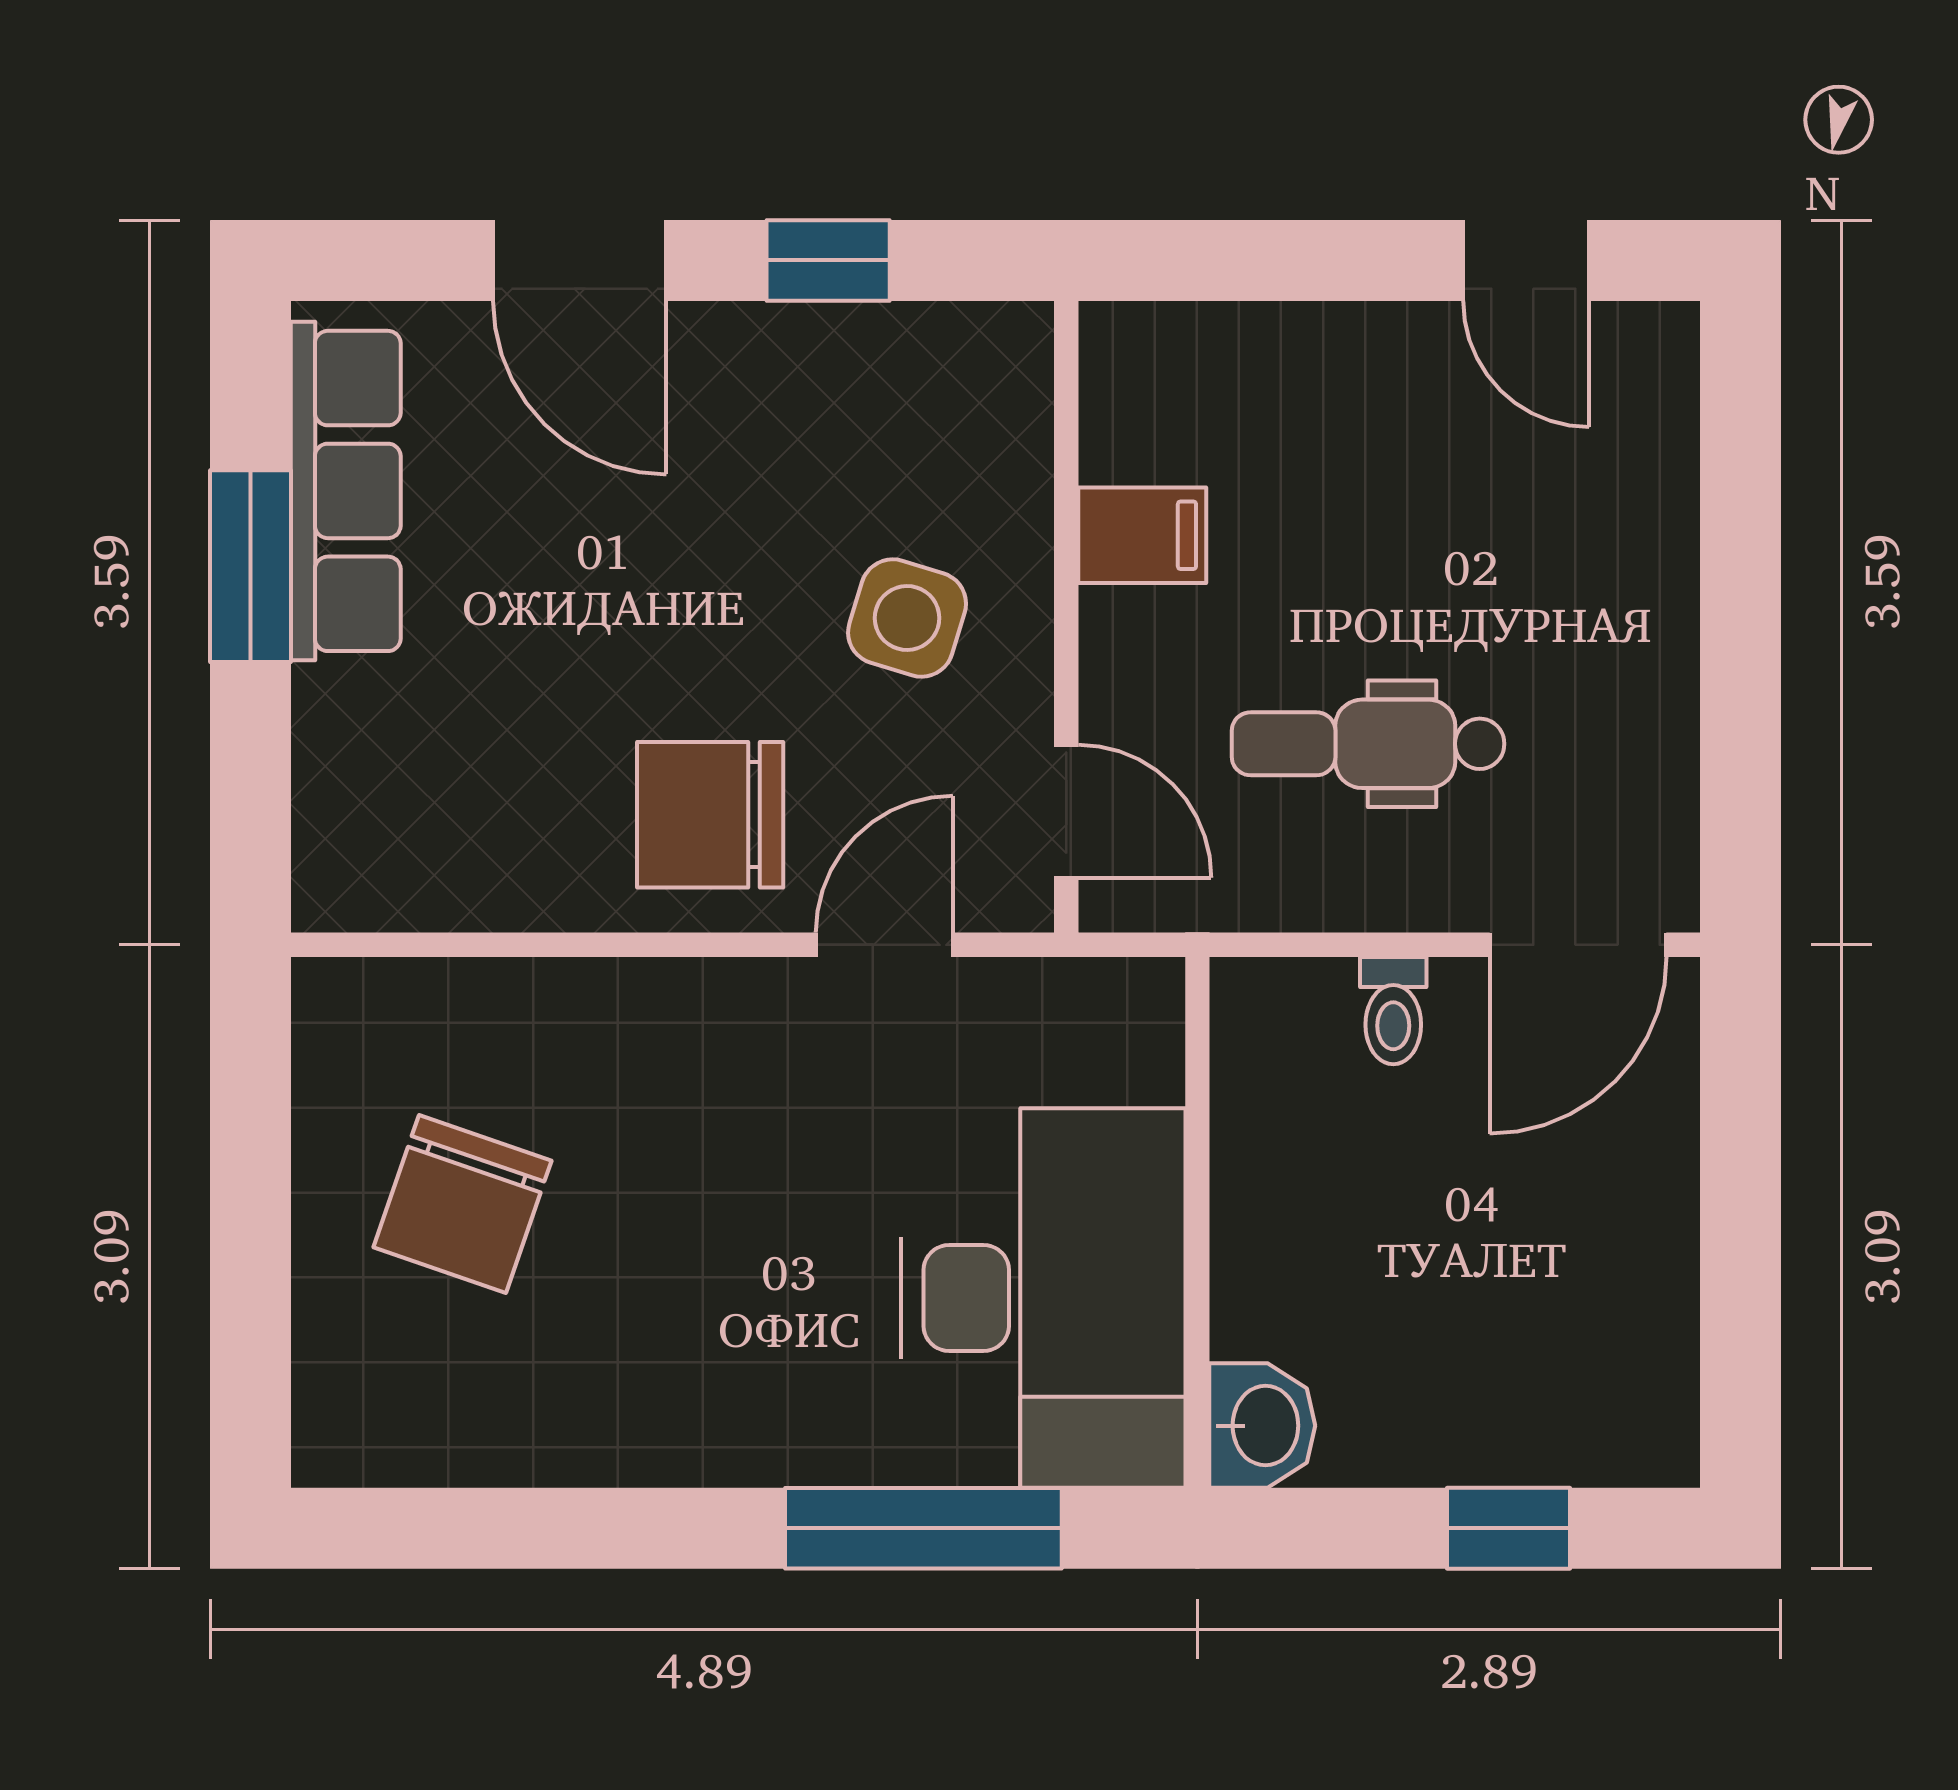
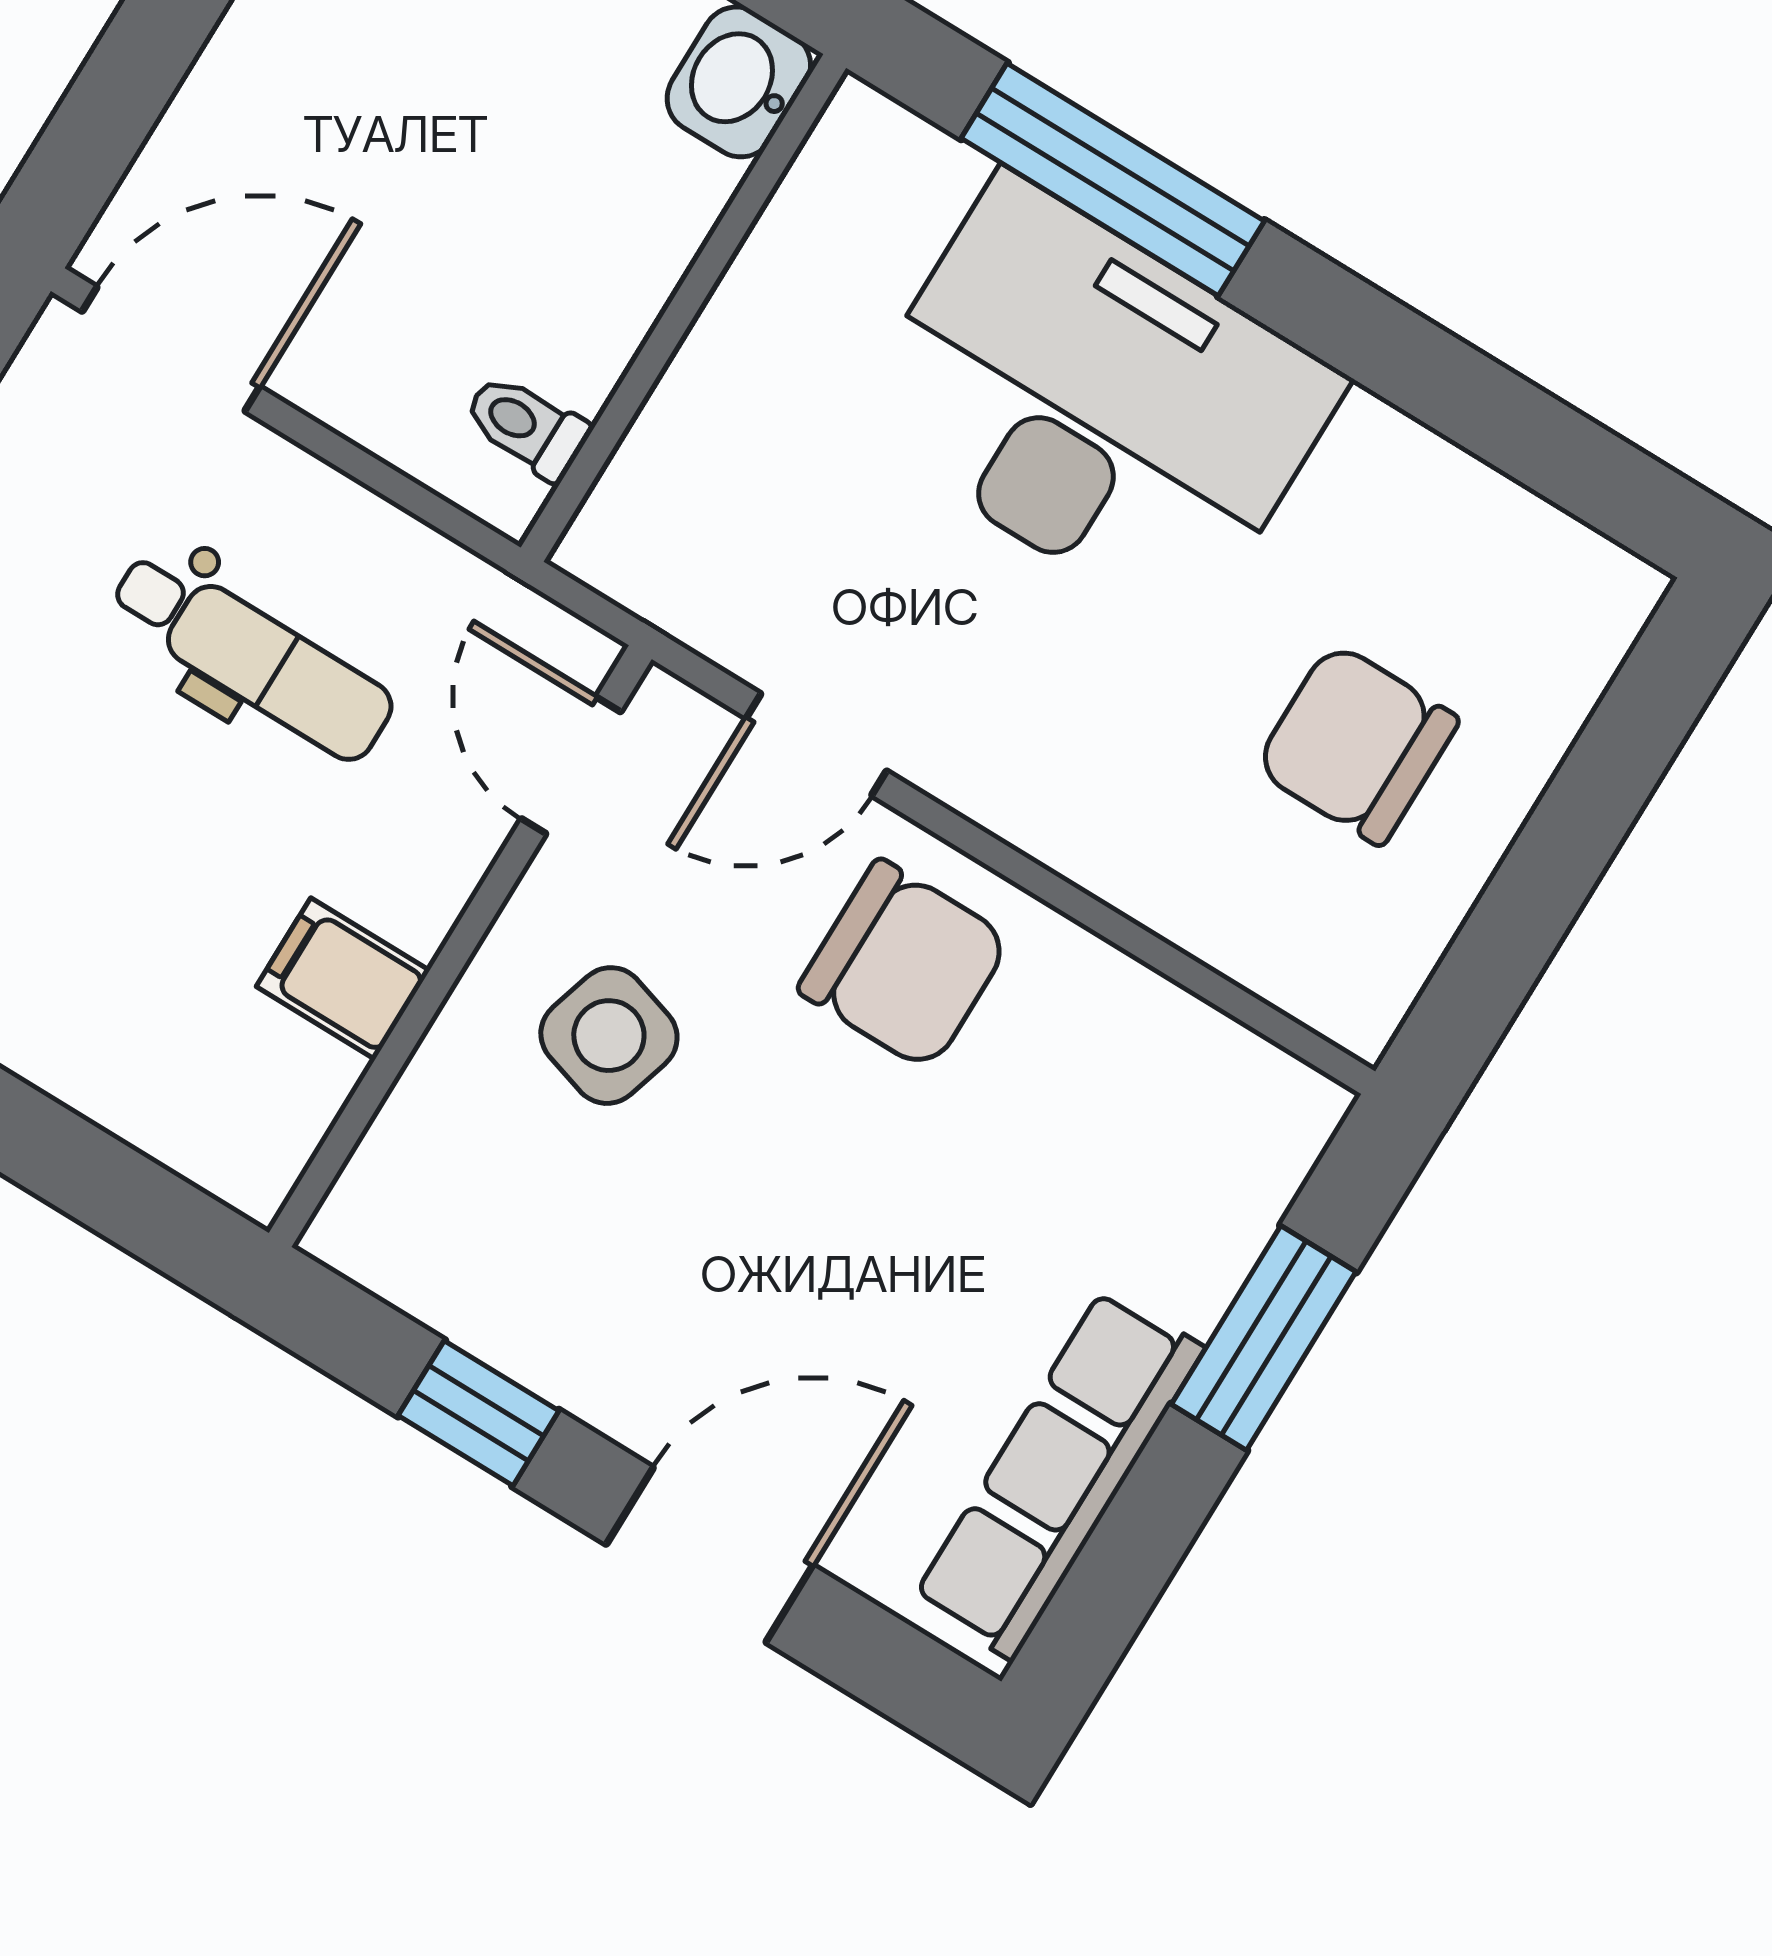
door: (580, 260) -> (710, 1555), hinge flipped
window: (251, 566) -> (1264, 1338), moved
toilet: (1393, 1011) -> (527, 426), moved, turned -90
chair: (462, 1204) -> (1357, 744), turned -109
desk: (1043, 1298) -> (1096, 403), moved, turned 90

